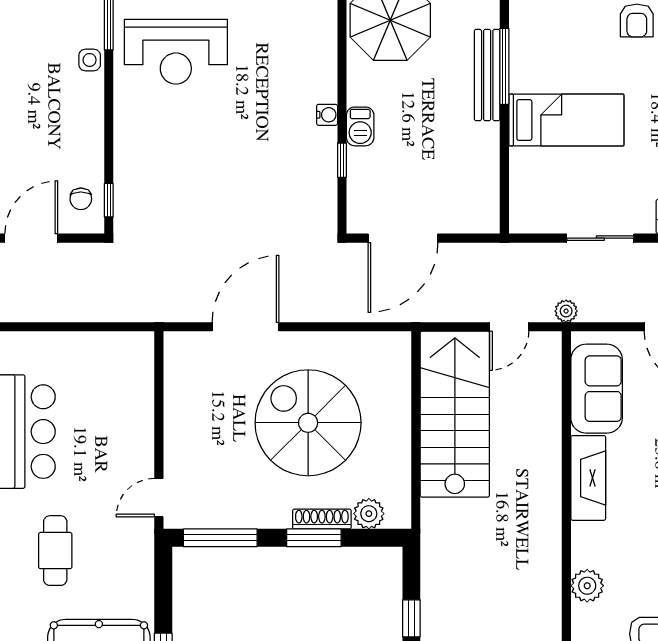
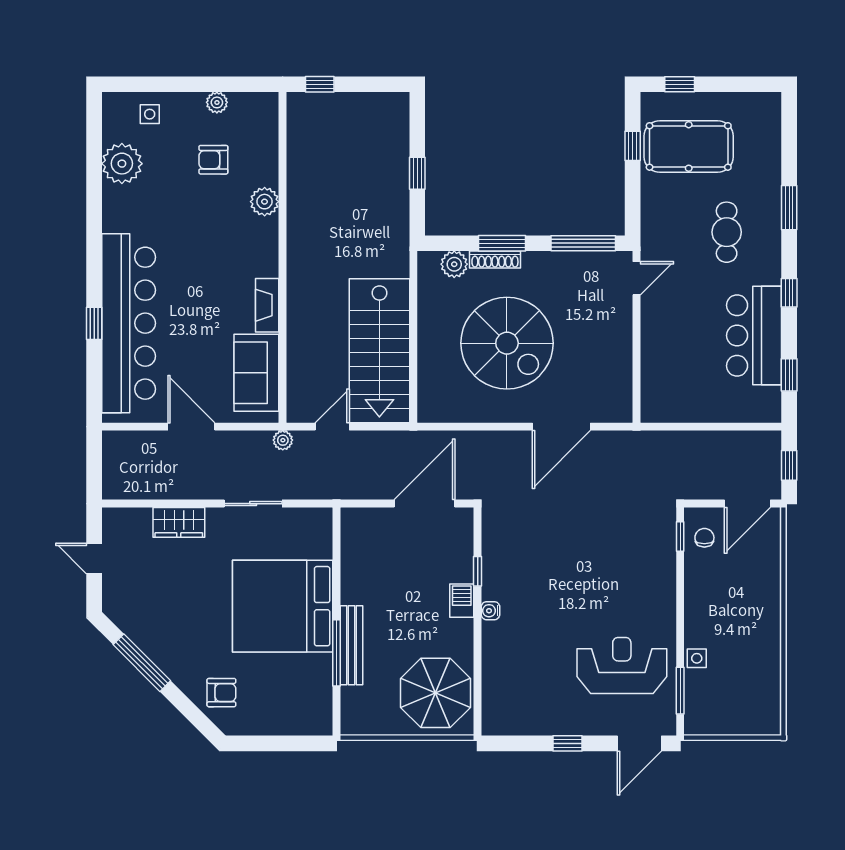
armchair: (637, 21) -> (221, 693), turned 90
bed: (566, 120) -> (283, 606), width x2.04
fireplace: (588, 478) -> (267, 305), width x0.73, depth x0.76

